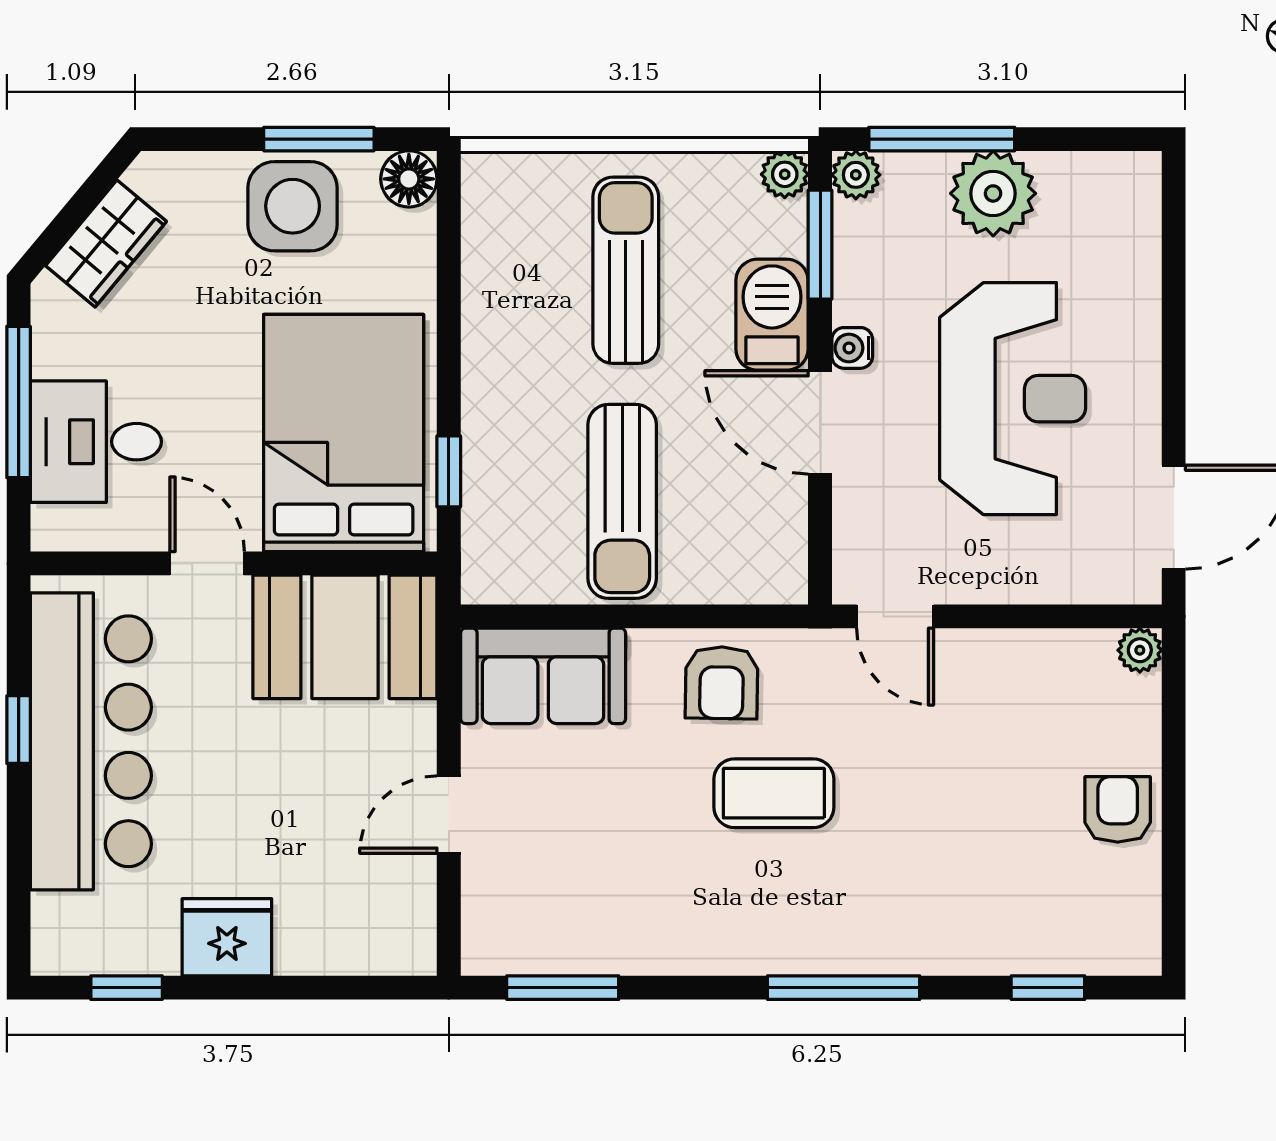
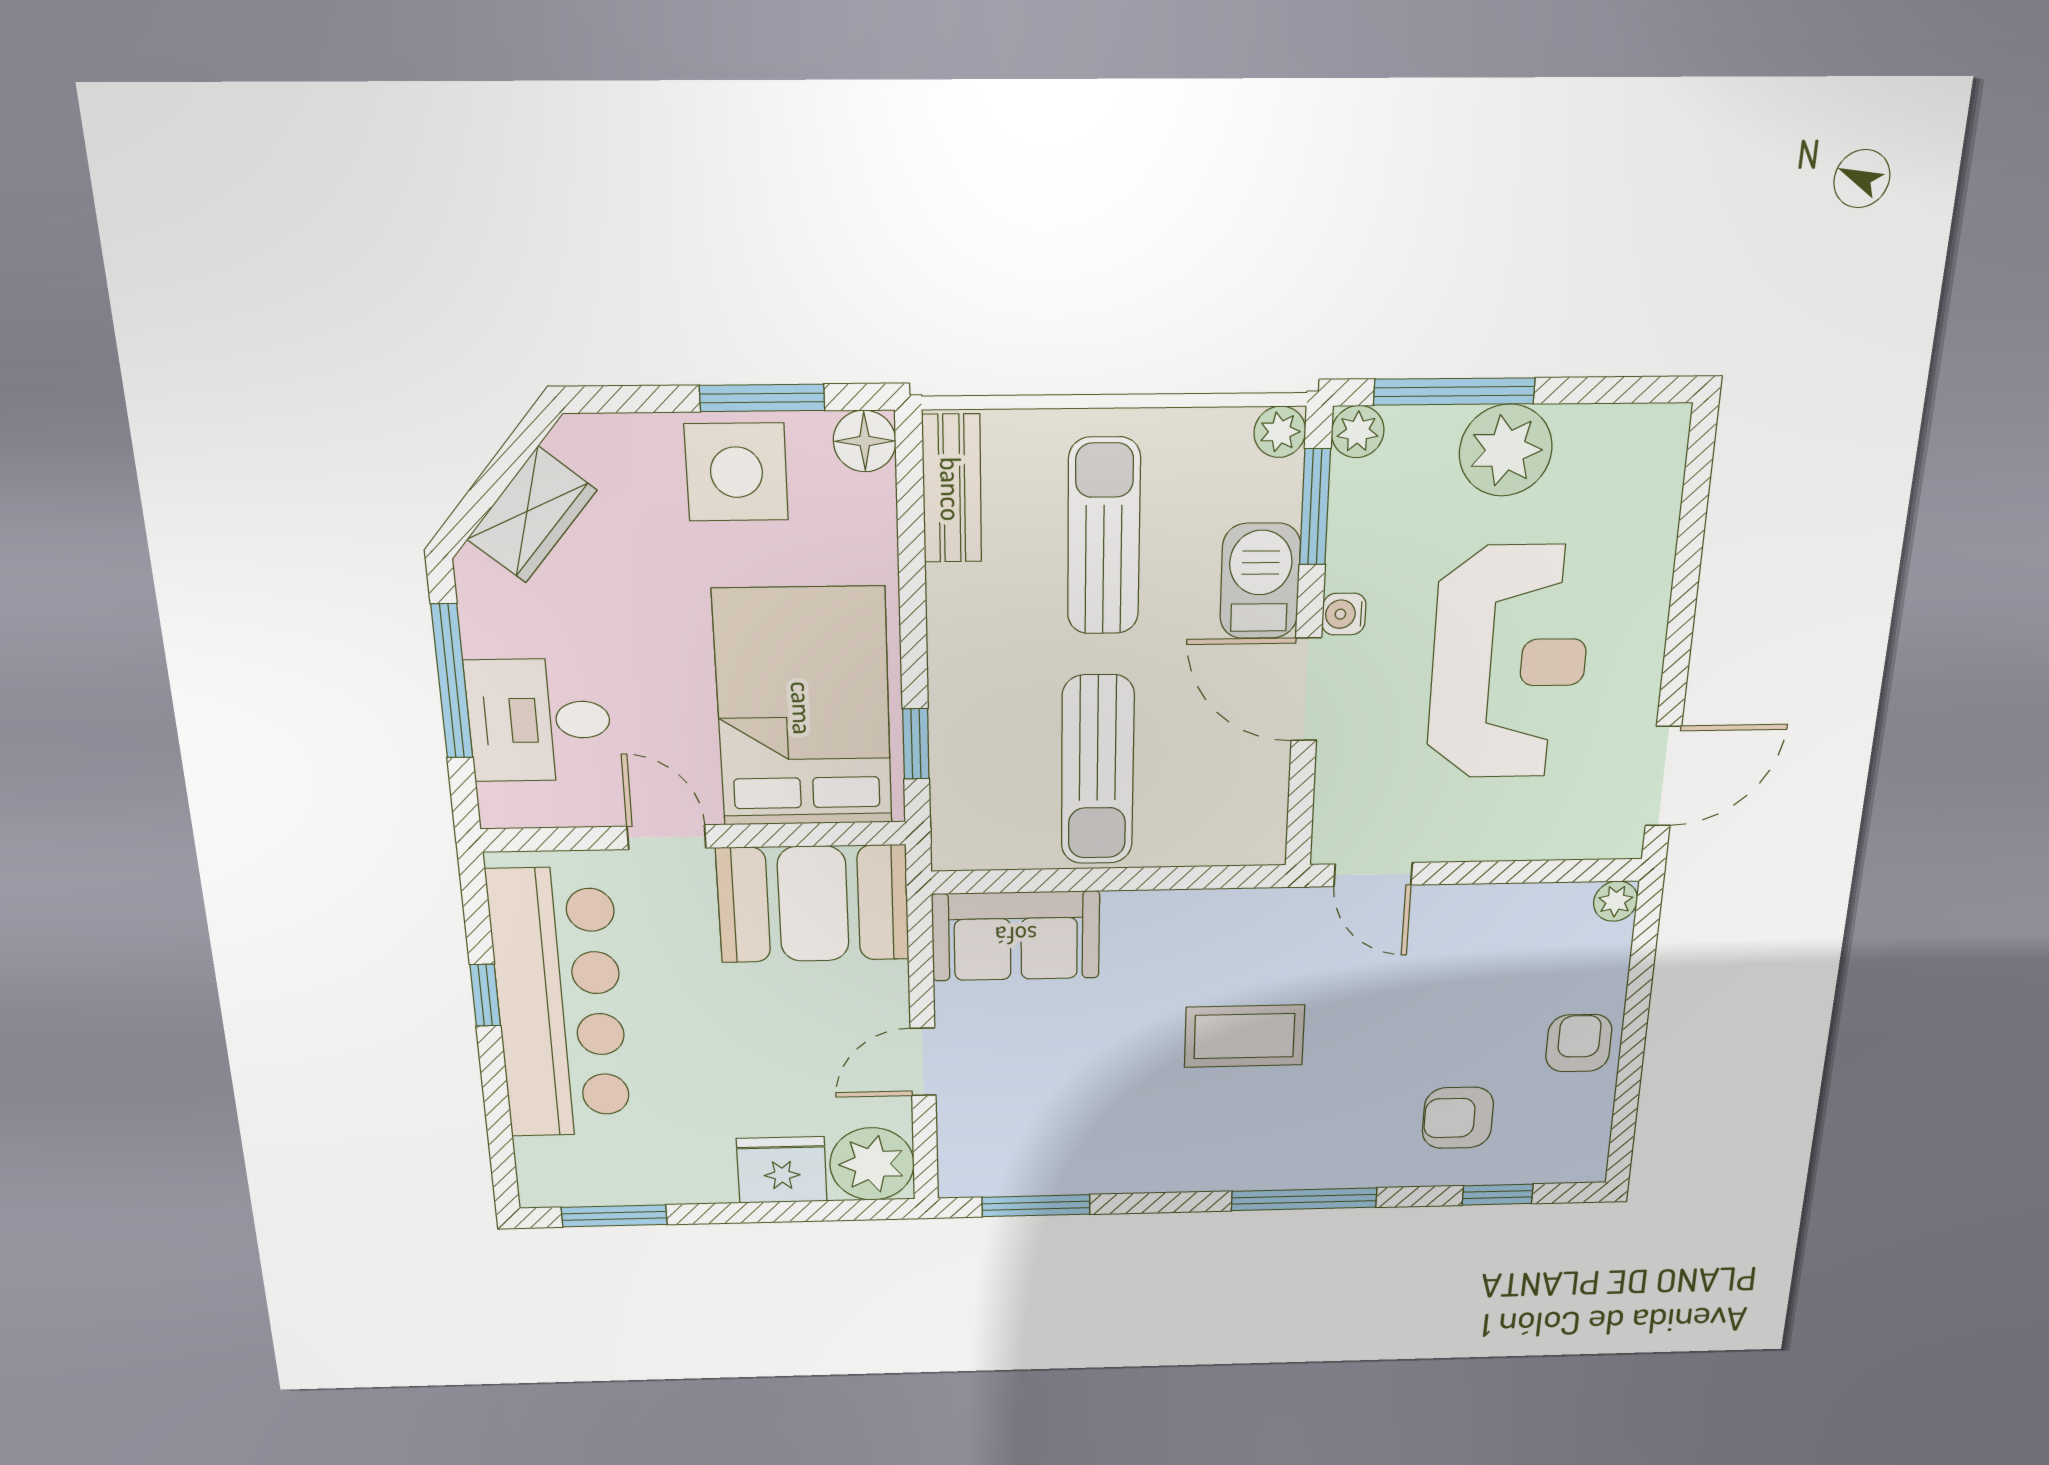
bench: (487, 224) -> (952, 489), added
armchair: (722, 683) -> (1458, 1118), moved, turned 89
plant: (394, 933) -> (872, 1164), added
fridge: (227, 937) -> (782, 1170), moved
window: (127, 988) -> (614, 1216), width x1.50

